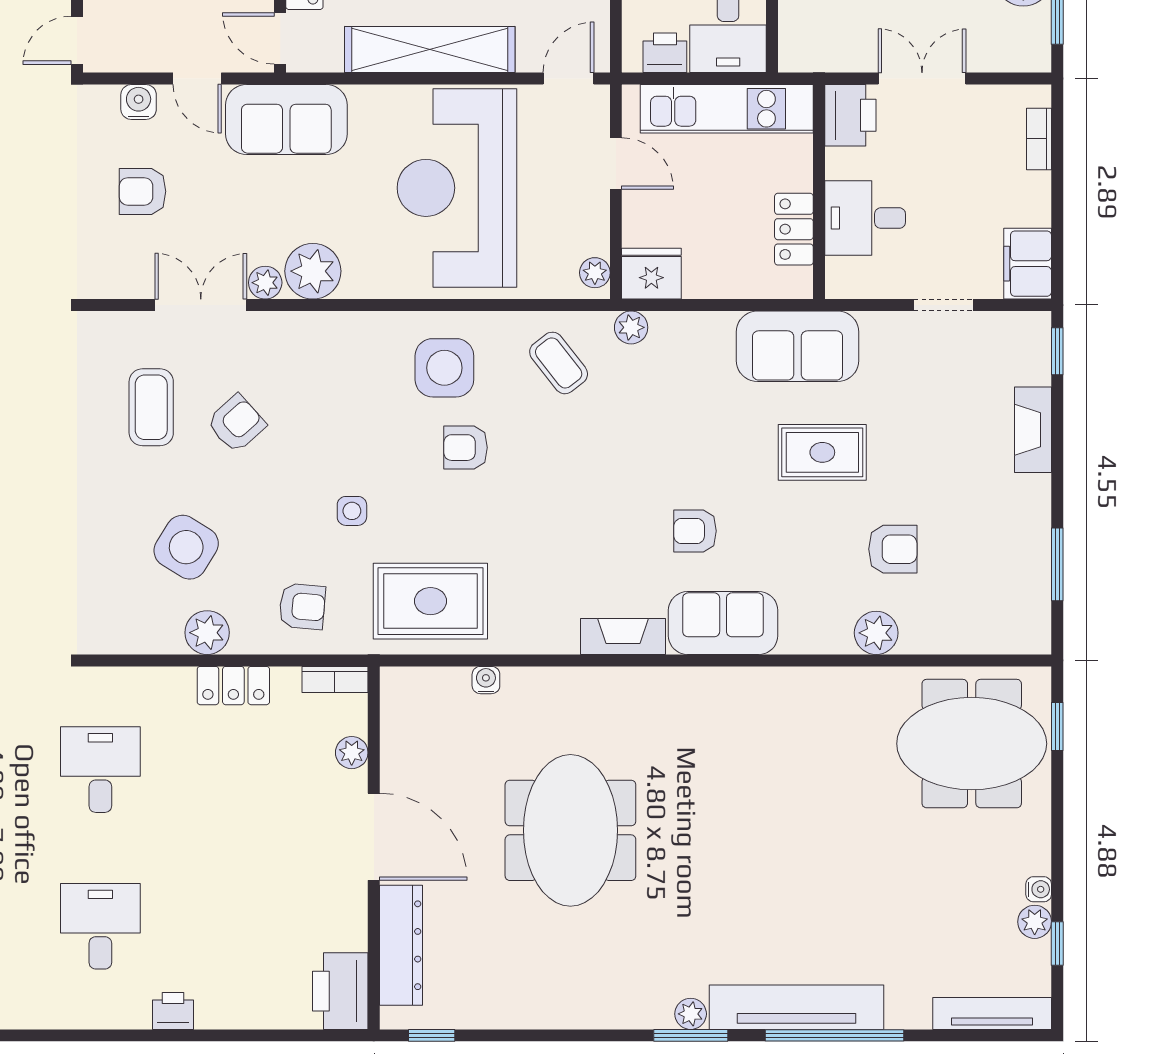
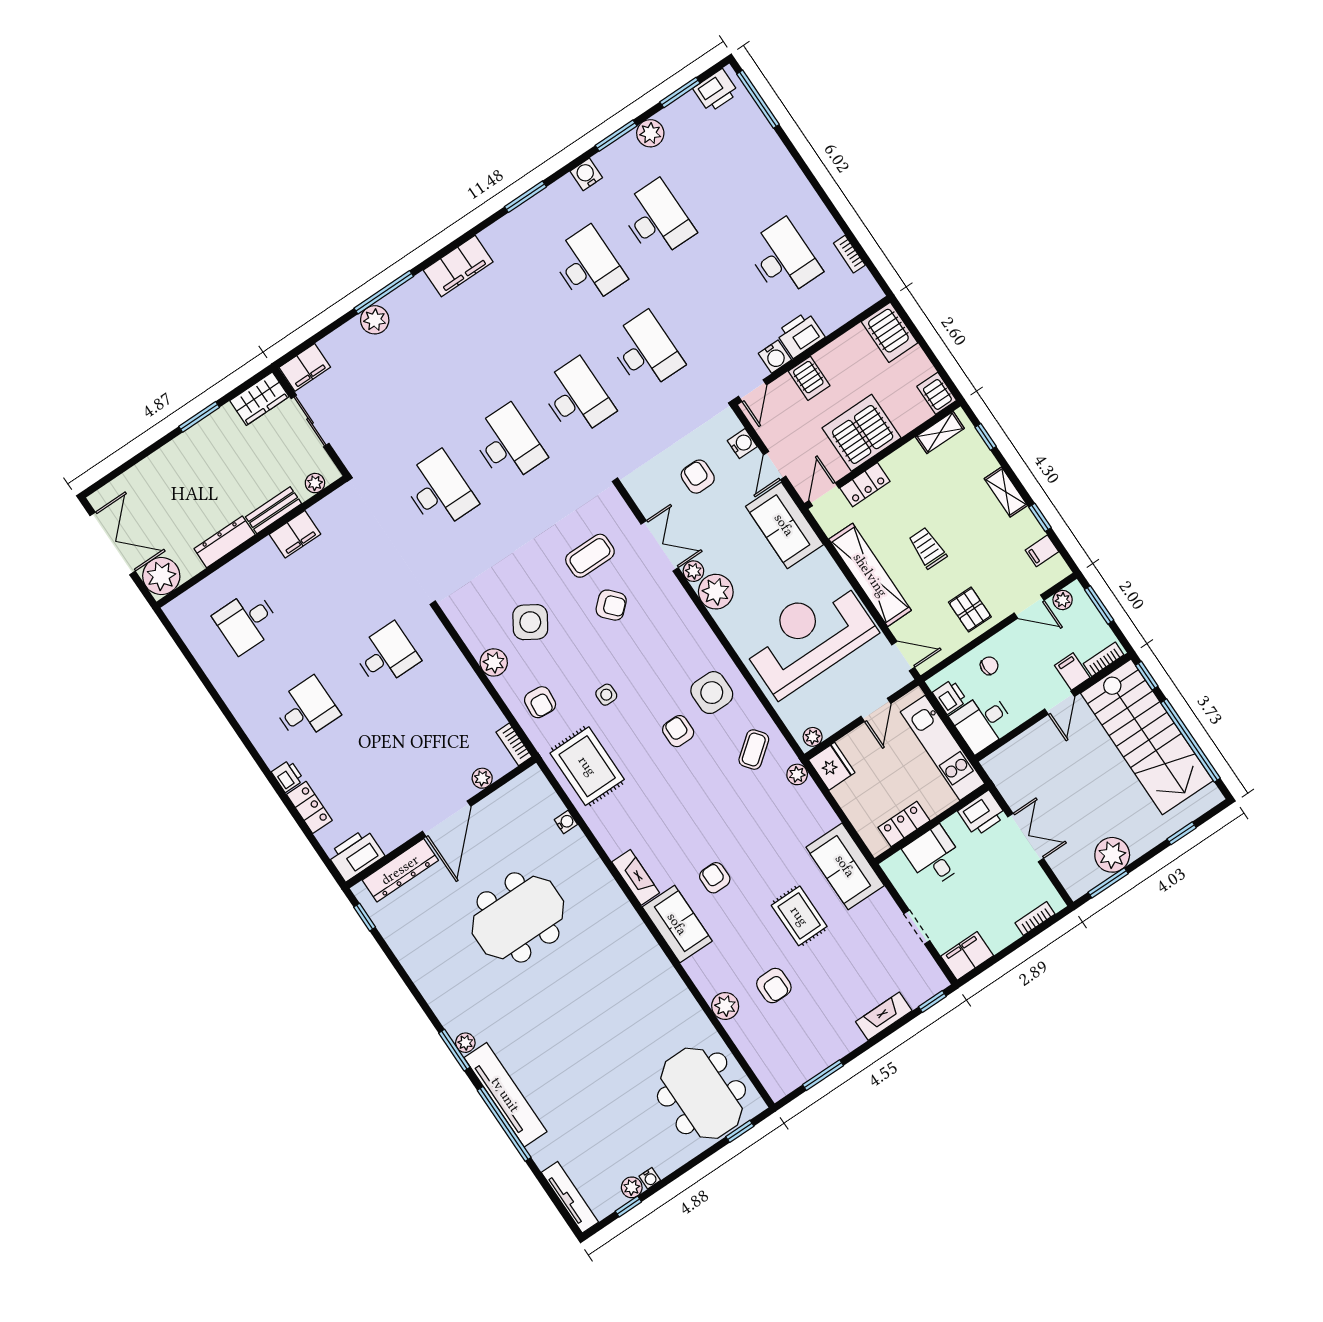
door: (77, 40) -> (753, 391), swing flipped
locker: (233, 686) -> (309, 807), moved, turned 180

